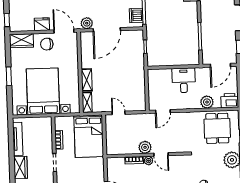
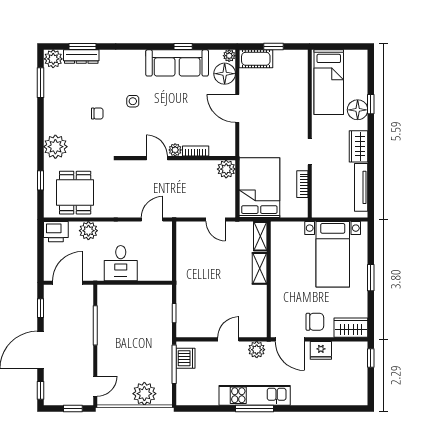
door: (107, 30) -> (228, 339), width x0.53
bed with nightstands: (43, 91) -> (333, 254), width x0.73
plant: (145, 147) -> (226, 169), moved

